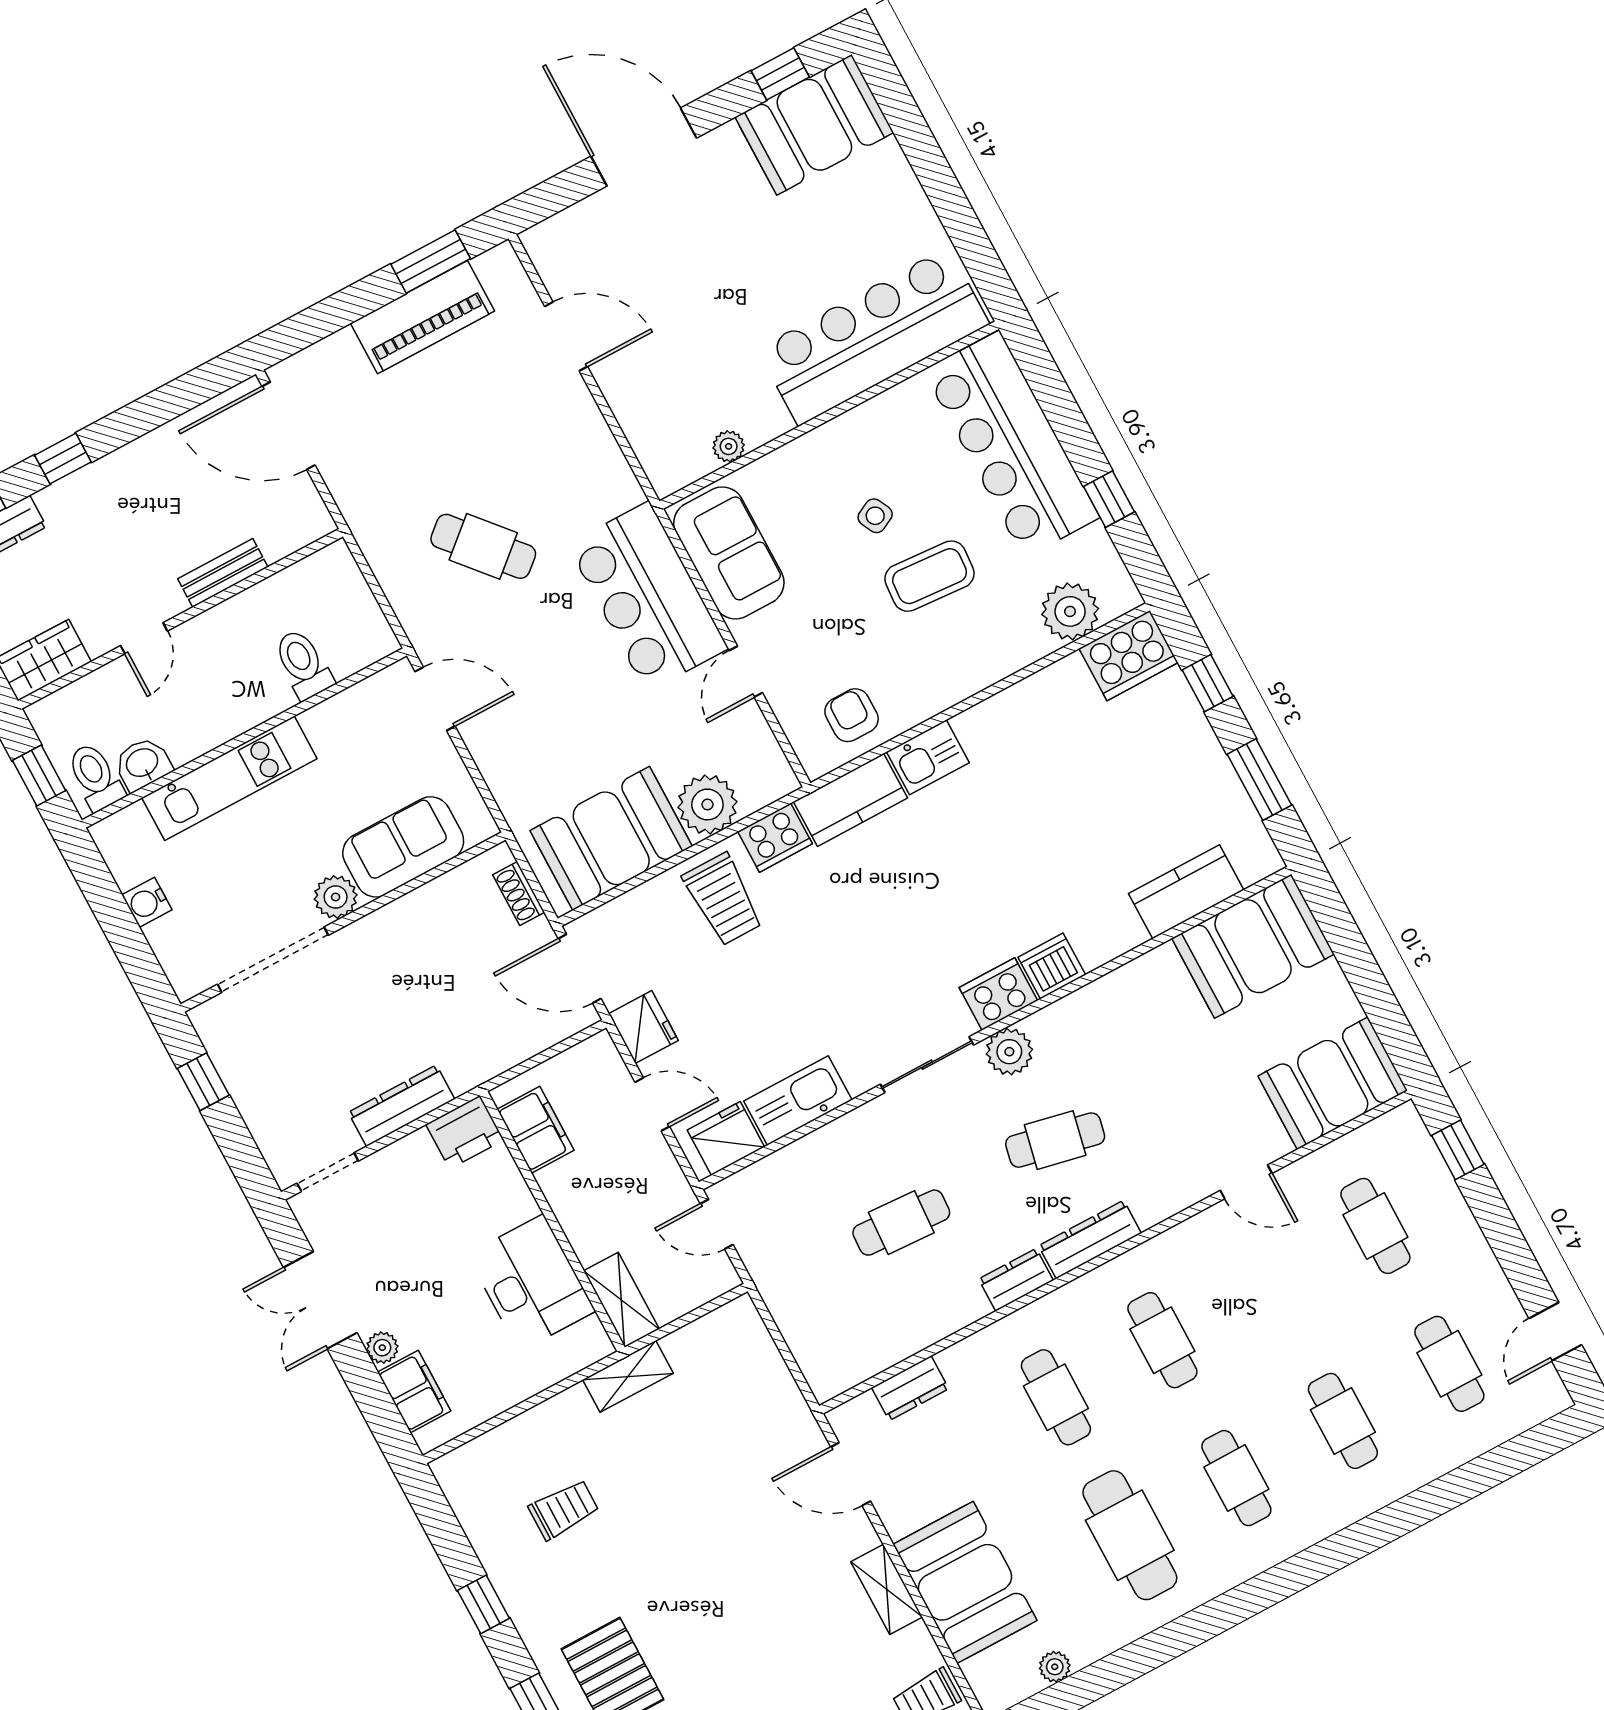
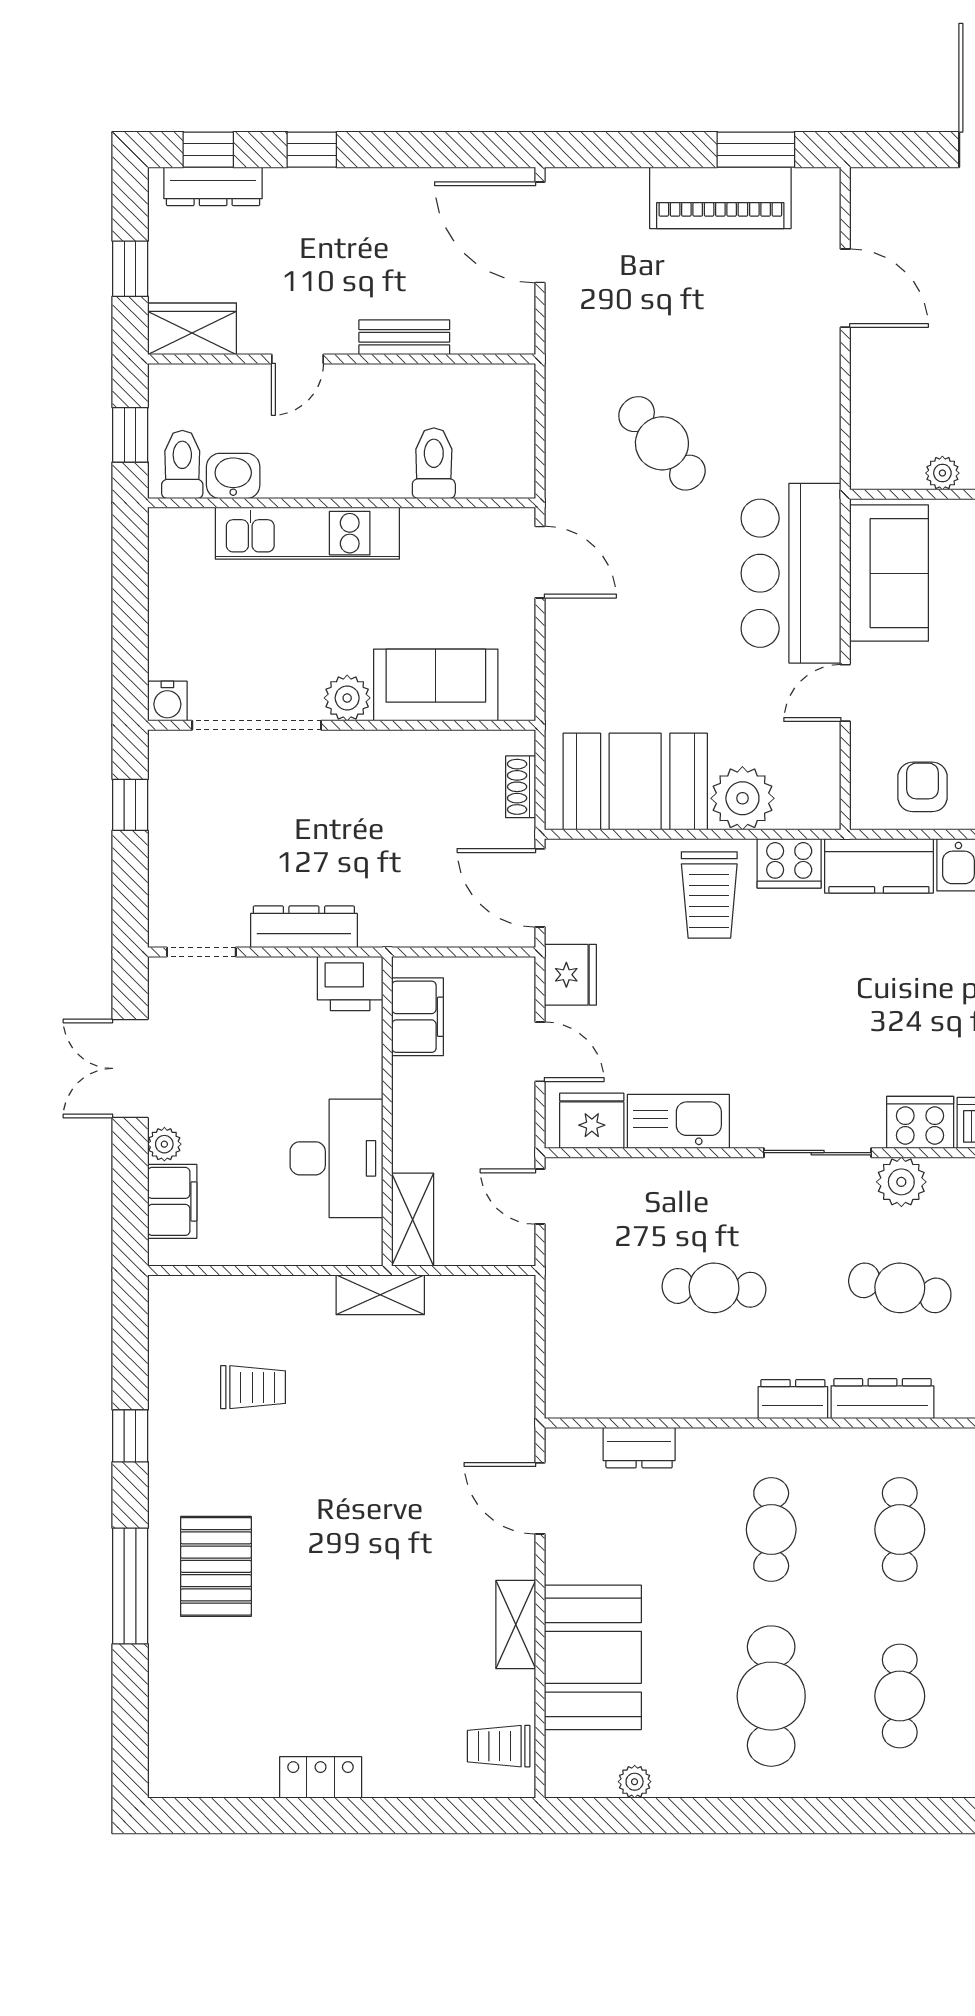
water cooler: (147, 902) -> (167, 701), moved, turned -90

